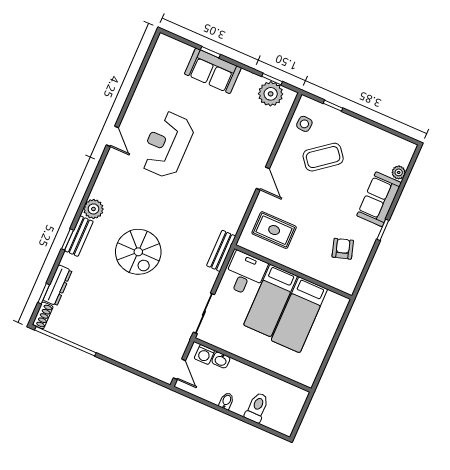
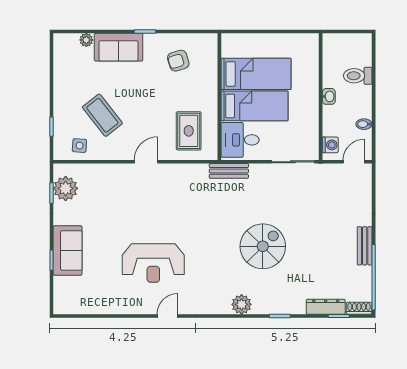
bench: (79, 236) -> (365, 246), moved, turned 90
washbasin: (221, 360) -> (329, 96), moved
bidet: (226, 401) -> (364, 124), moved

